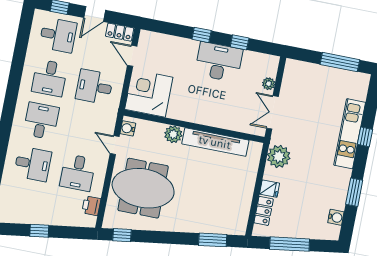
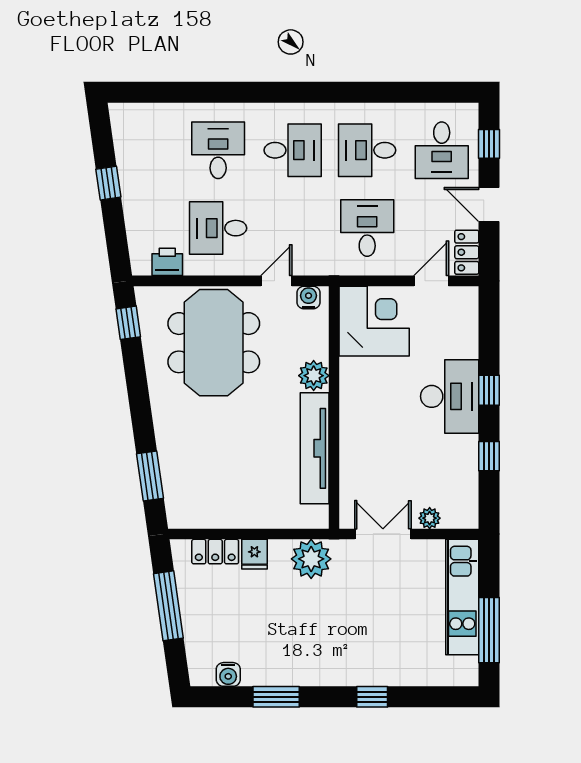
desk: (219, 62) -> (450, 396), moved
kitchen unit: (350, 134) -> (462, 597), moved, turned -90
desk: (33, 164) -> (218, 150), turned 180

